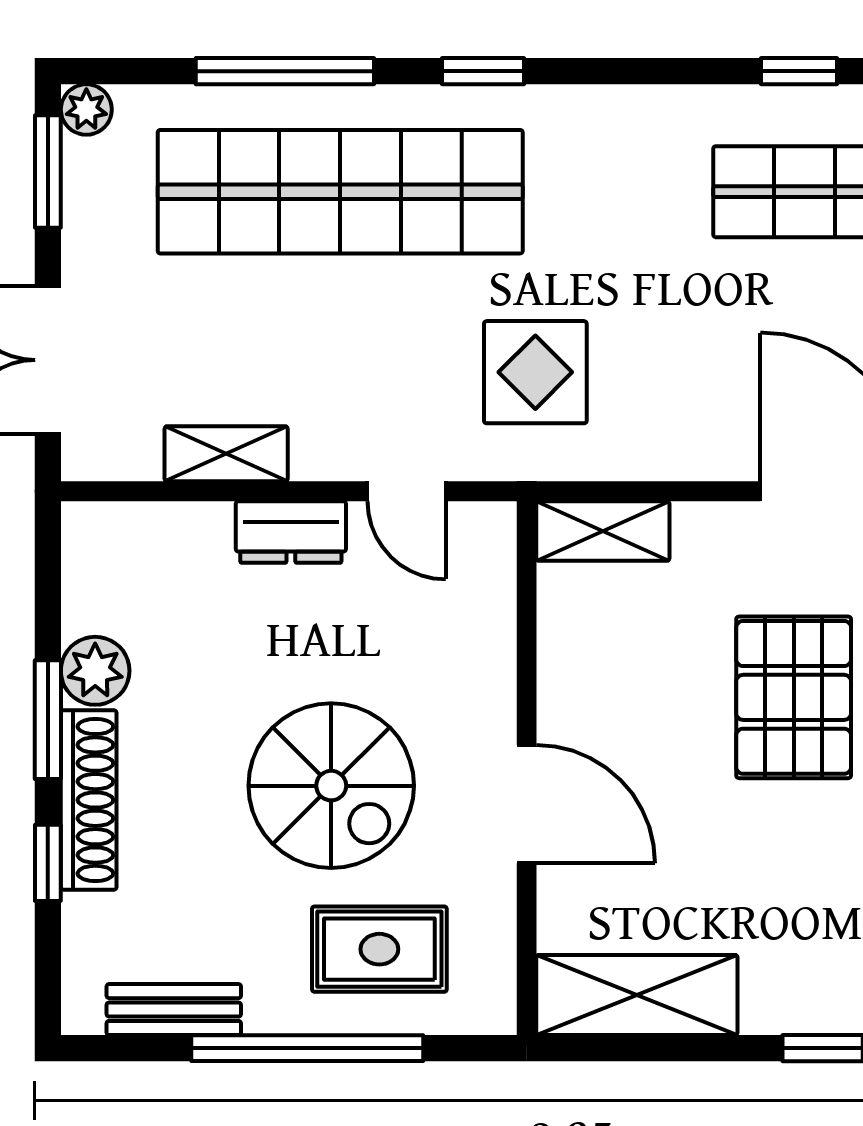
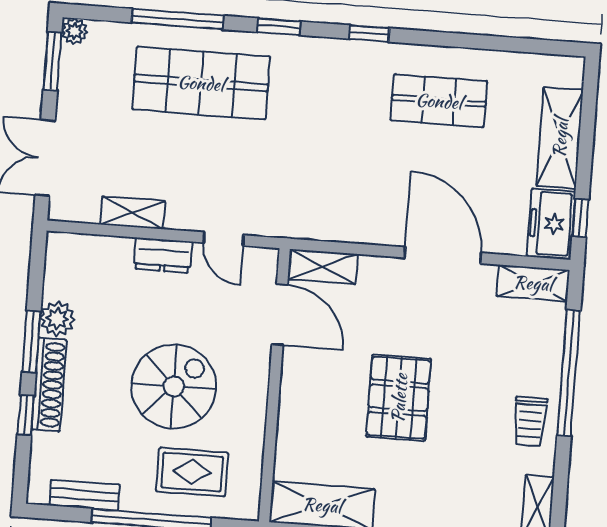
window: (799, 71) -> (369, 34), moved
shop shelf: (340, 192) -> (201, 83), width x0.71
display table: (535, 372) -> (294, 183), removed
pallet: (794, 697) -> (399, 398), moved
spiral stairs: (331, 786) -> (174, 387), turned -90
door: (527, 804) -> (280, 315), moved

